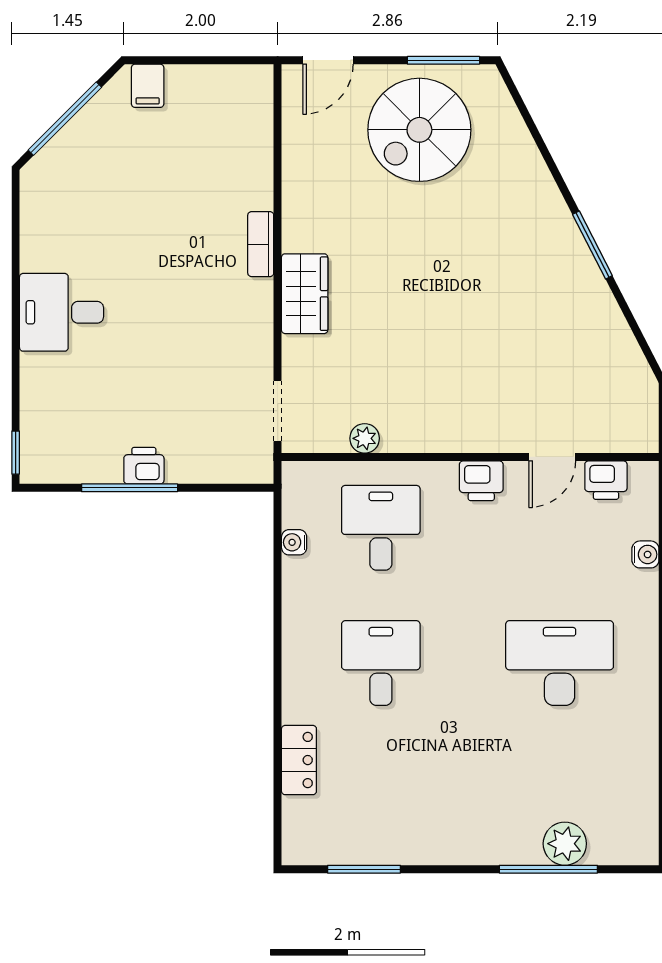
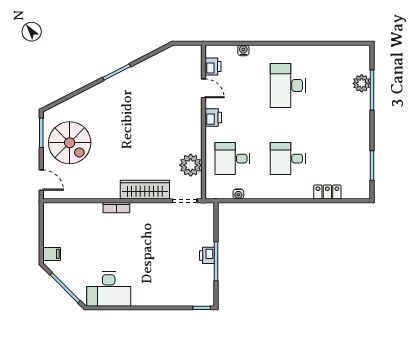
wardrobe: (305, 294) -> (145, 190), width x1.50
desk: (61, 312) -> (109, 289), moved, width x1.37
plant: (365, 438) -> (191, 165), width x1.87, depth x1.87

